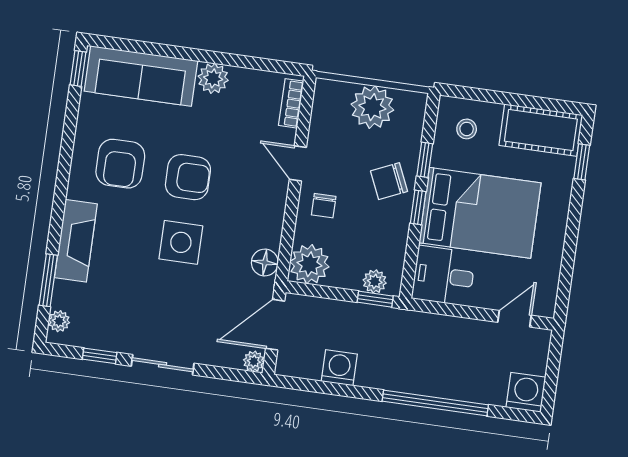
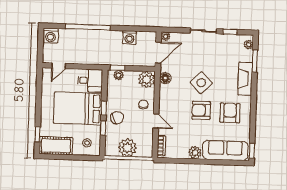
side table: (181, 242) -> (201, 83), turned 45

